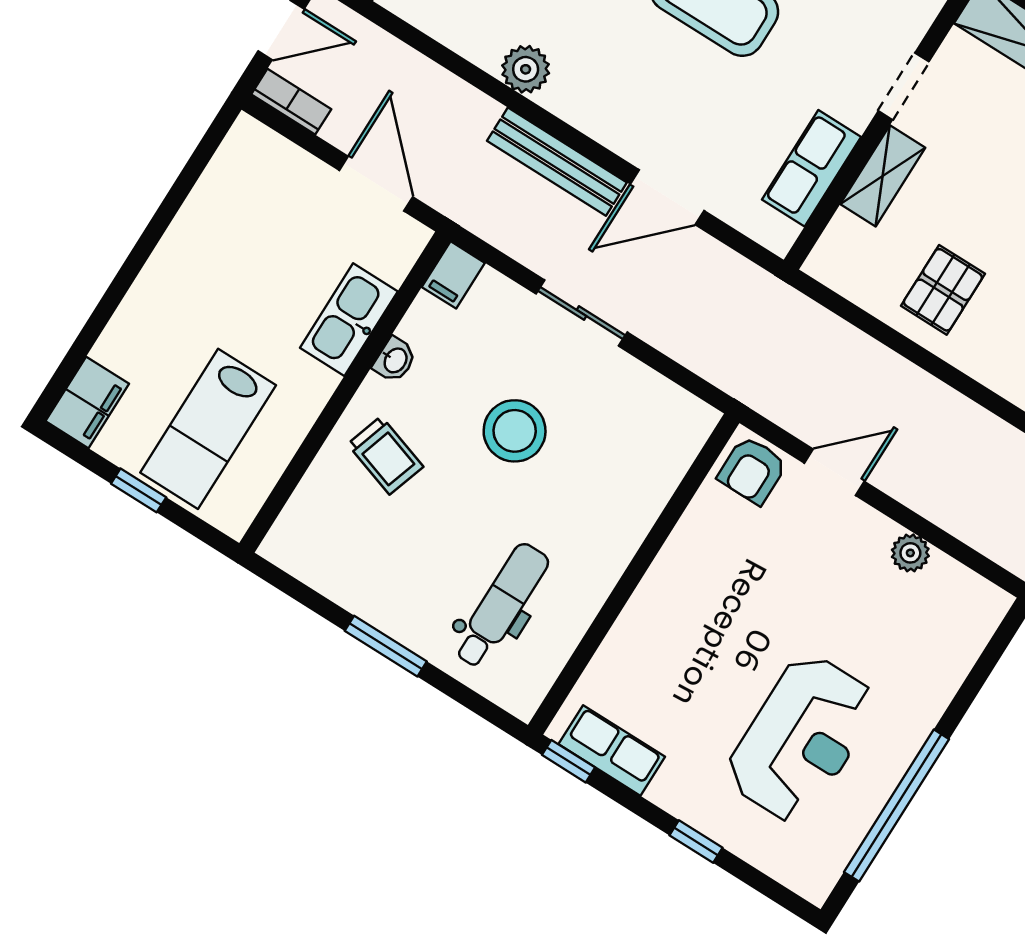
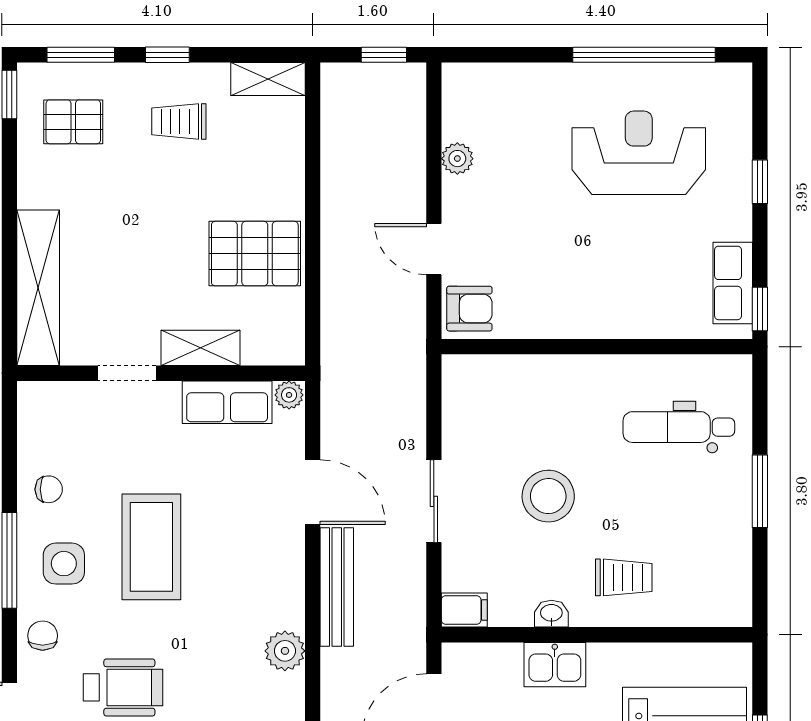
plant: (780, 235) -> (289, 395), added
pallet: (943, 290) -> (255, 254), width x1.50, depth x1.42
kitchen sink: (349, 320) -> (555, 665), width x0.73
trolley: (385, 455) -> (624, 577), turned 72

